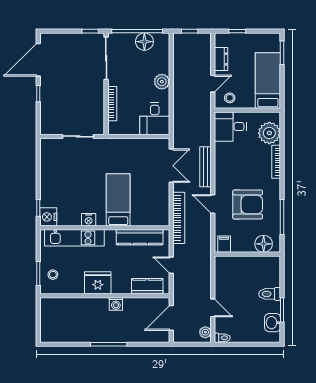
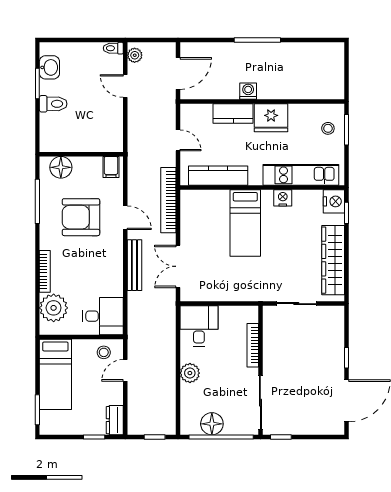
dresser: (221, 59) -> (115, 420), moved
wardrobe: (49, 171) -> (333, 260), added
kitchen counter: (147, 286) -> (233, 114), moved

